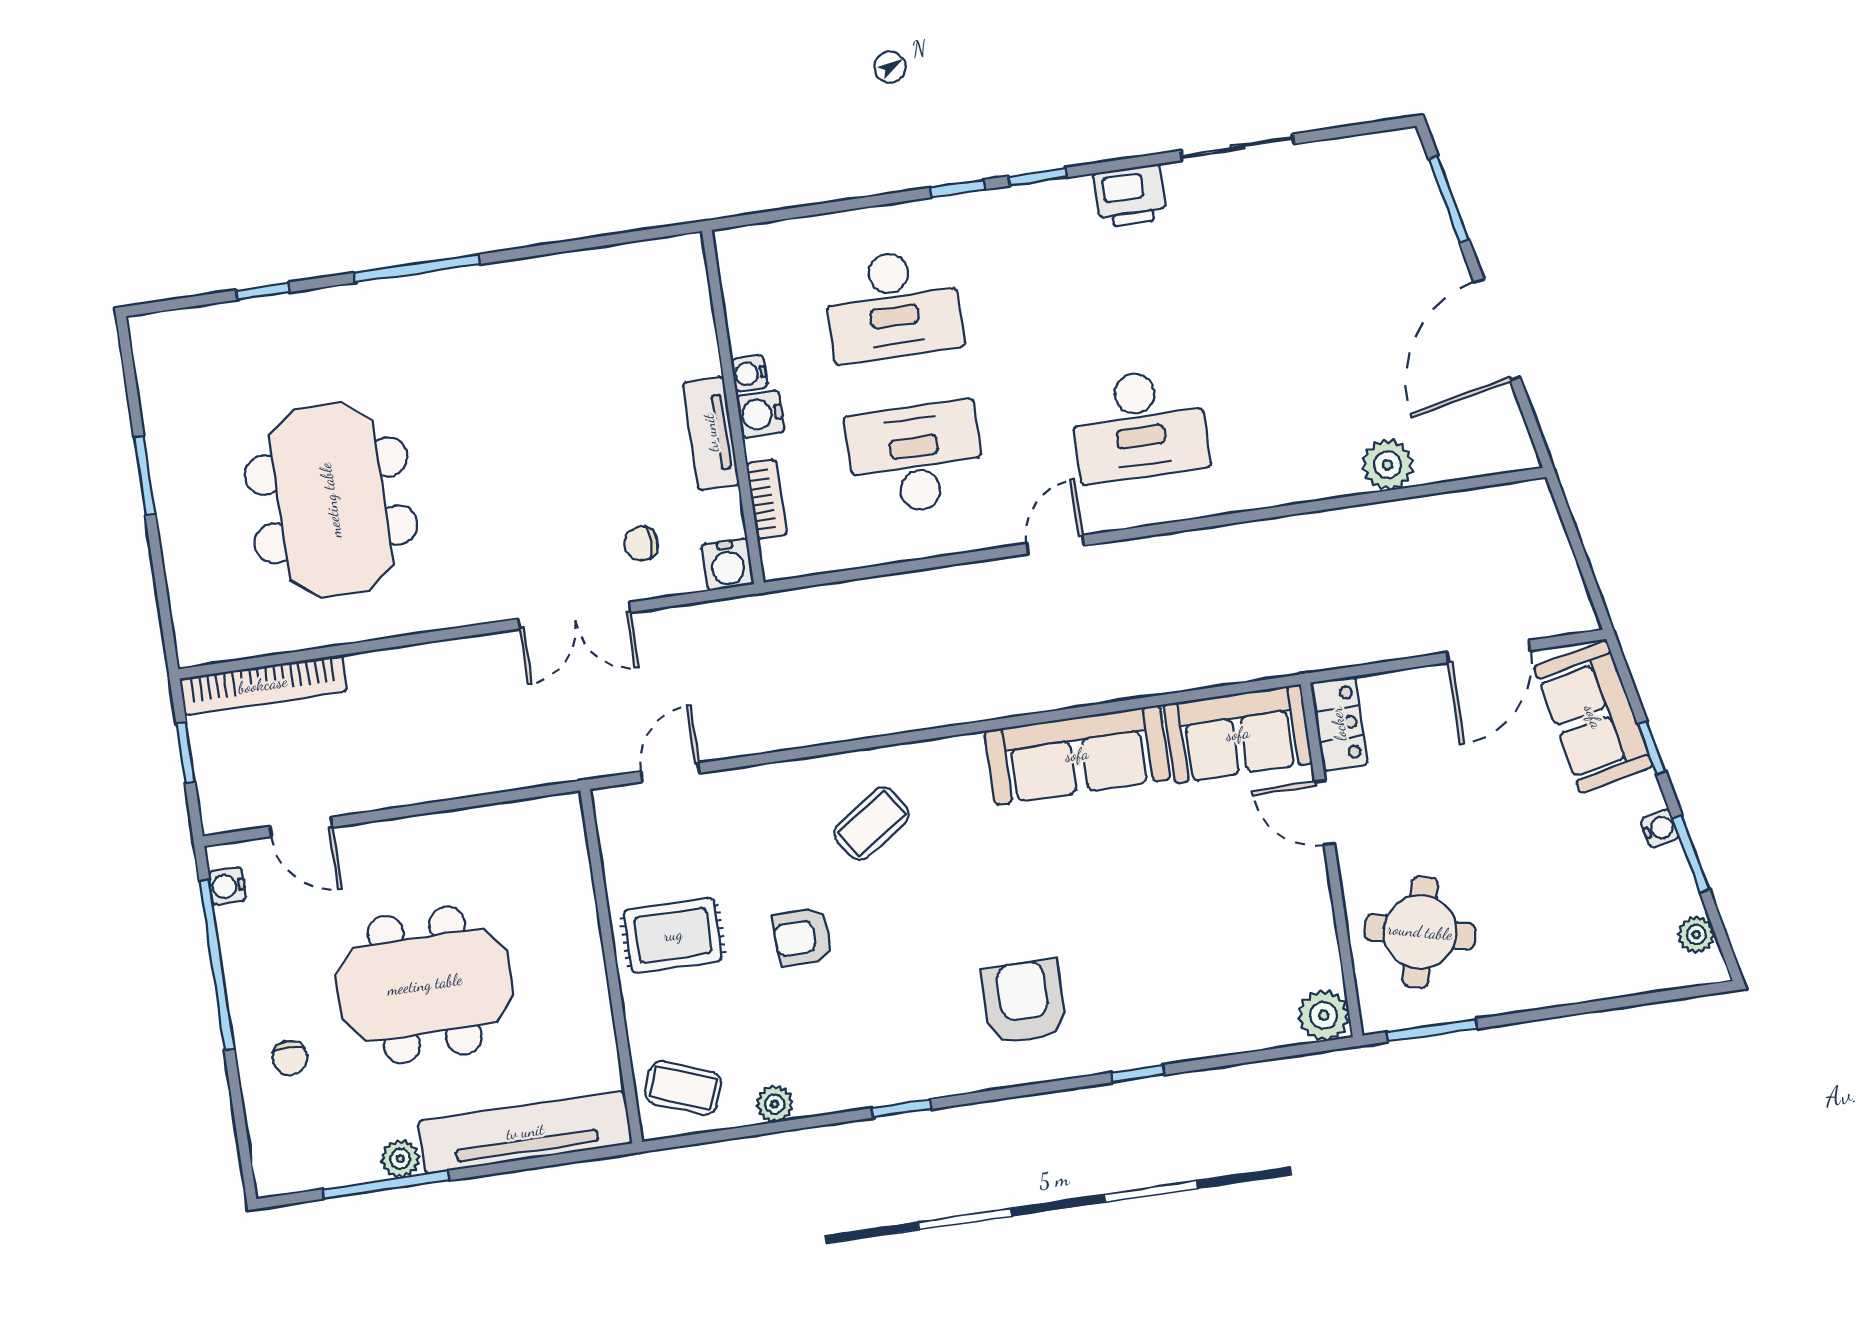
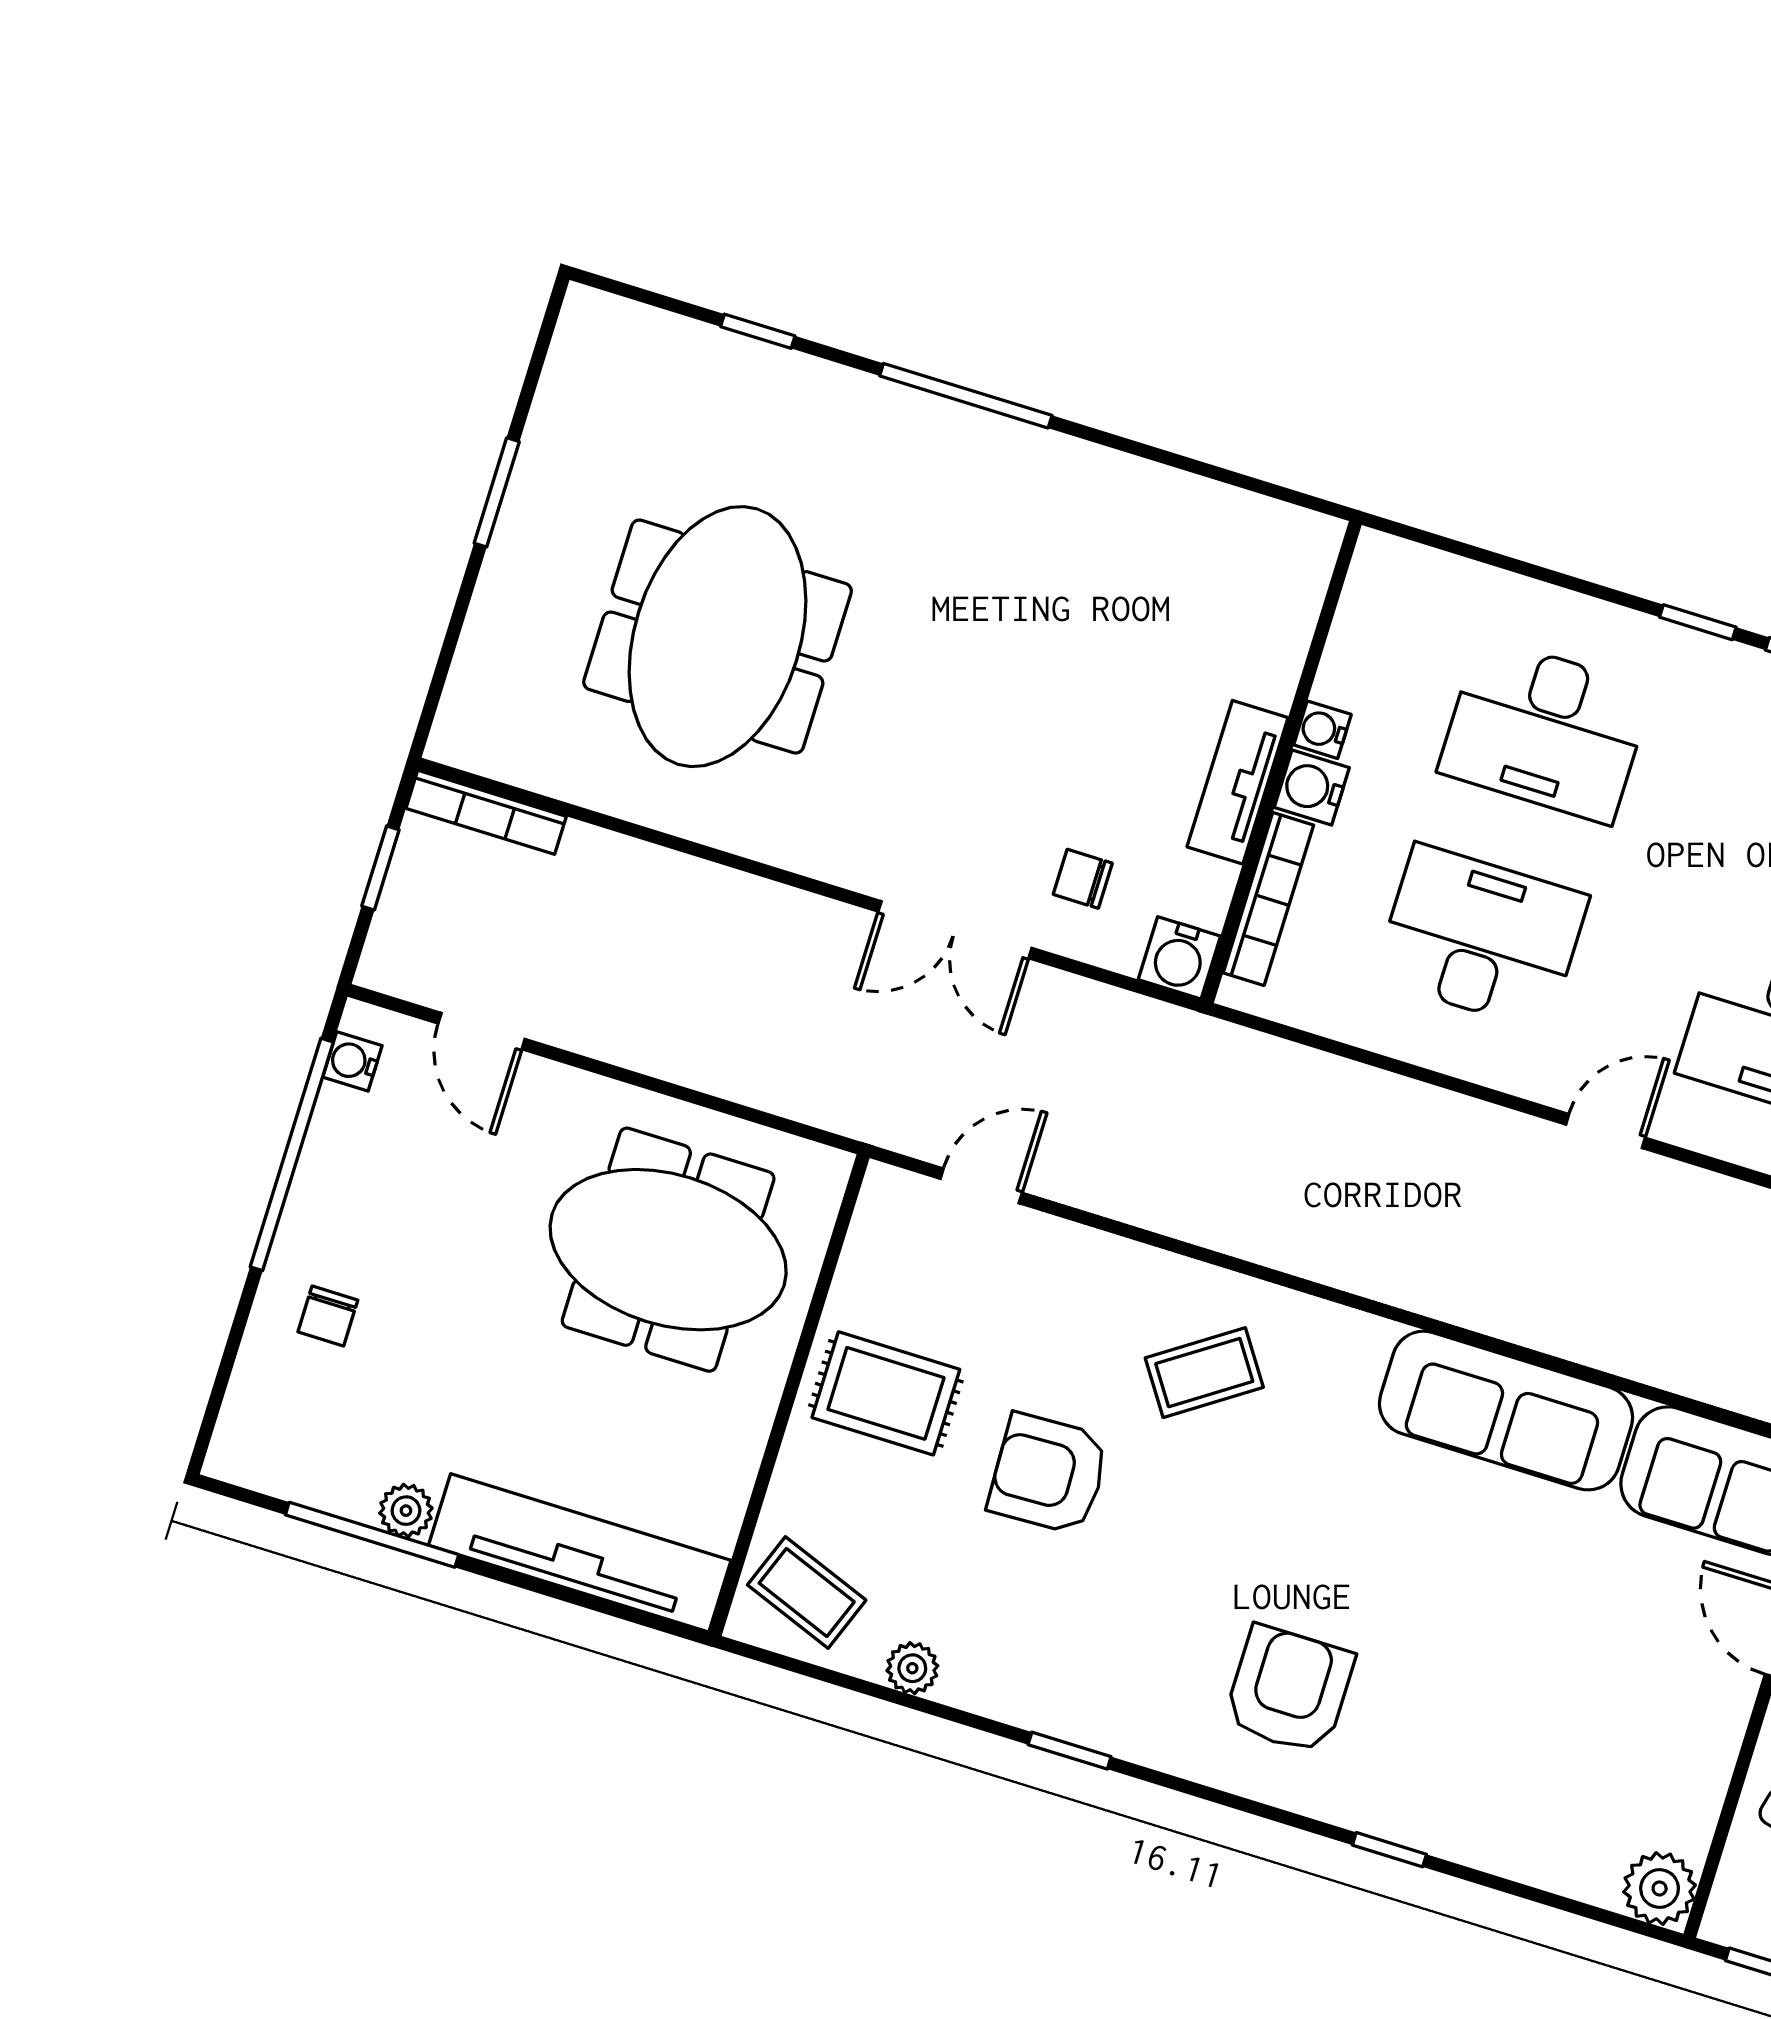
bookcase: (767, 499) -> (1268, 899), width x1.56
bookcase: (263, 685) -> (486, 812), width x0.68, depth x0.76
armchair: (802, 937) -> (1049, 1474), width x1.38, depth x1.38
meeting table: (425, 985) -> (668, 1250), moved

